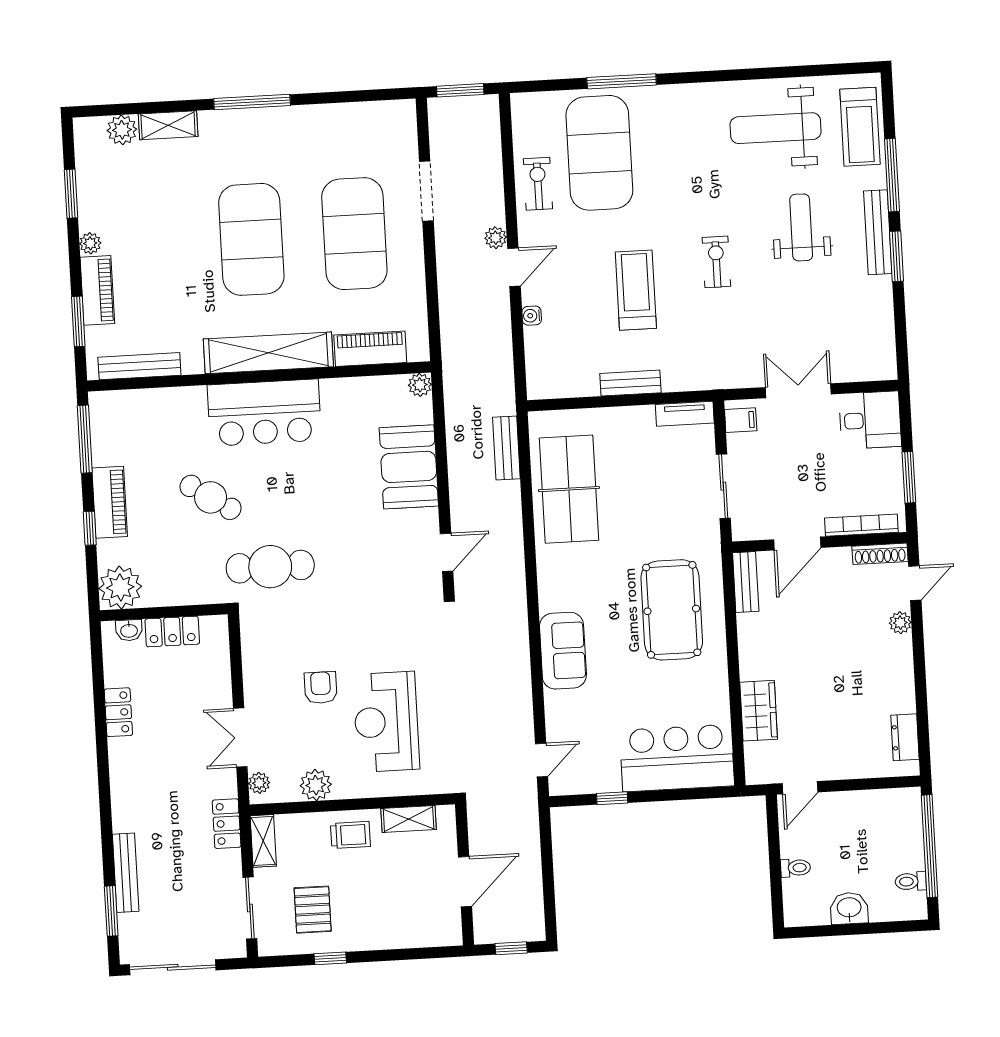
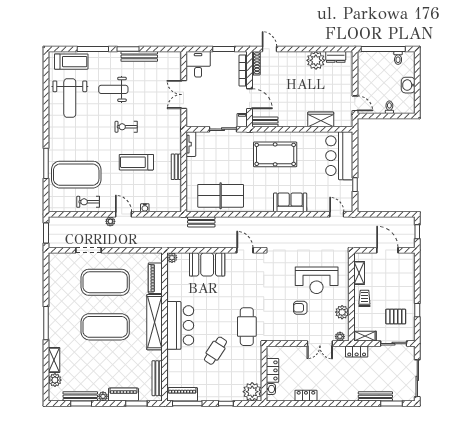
bench: (88, 191) -> (80, 396), added
bench: (878, 232) -> (139, 56), moved
filing cabinet: (741, 420) -> (242, 120), moved
piano: (110, 502) -> (182, 394), moved
plant: (900, 623) -> (316, 60), moved, width x1.87, depth x1.87

